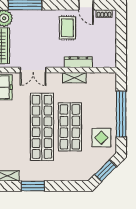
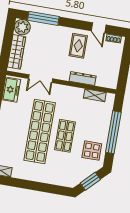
shelving: (74, 78) -> (95, 95), moved
shop shelf: (70, 127) -> (65, 136), width x0.70, depth x0.74
window: (33, 186) -> (22, 184), removed

